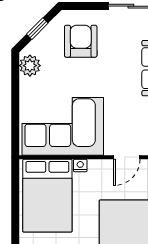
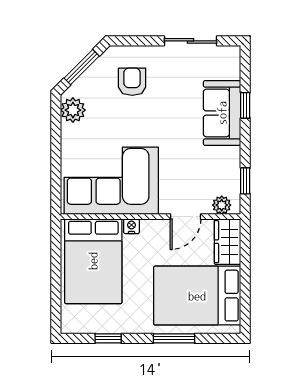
window: (37, 29) -> (82, 67), width x1.50
armchair: (81, 41) -> (132, 82), width x0.72, depth x0.72

